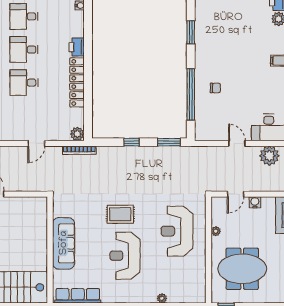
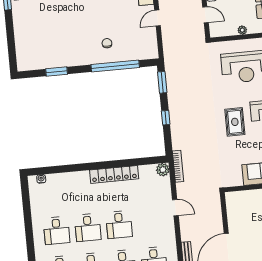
printer: (77, 47) -> (81, 178), removed

